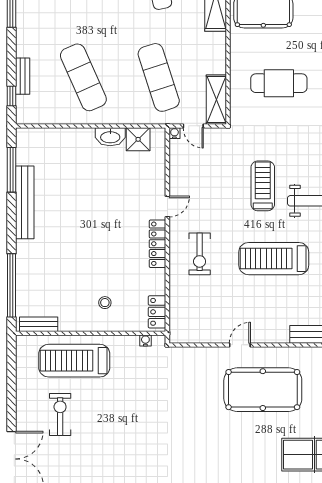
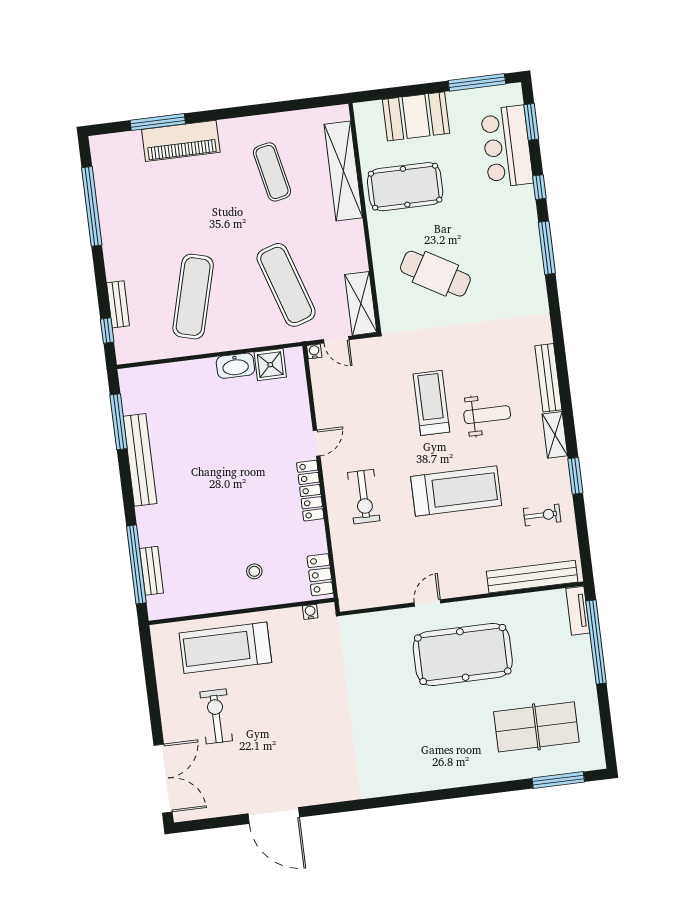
exercise mat: (83, 77) -> (193, 297), turned 39
cafe table: (279, 83) -> (435, 274), turned 30
treadmill: (274, 259) -> (456, 491), turned 180
bench: (39, 324) -> (152, 571), moved, turned 90

